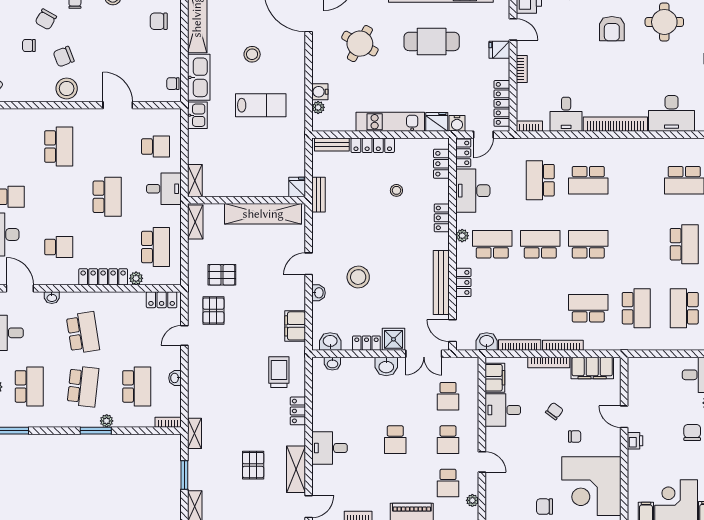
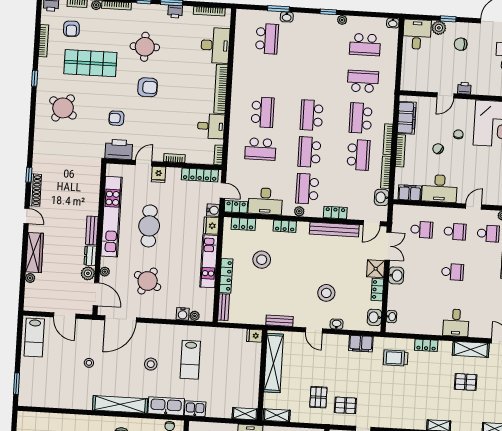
lab bench: (261, 105) -> (190, 360), turned 180
stool: (396, 190) -> (262, 260), width x1.89, depth x1.89
bench: (319, 195) -> (280, 321), moved
school desk: (684, 244) -> (358, 155), moved, turned 90
desk: (503, 410) -> (439, 188), width x1.37

